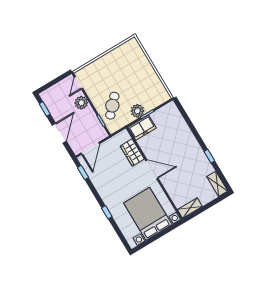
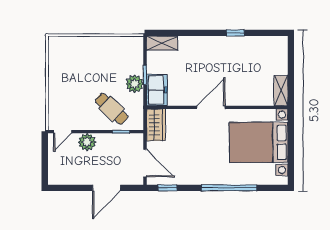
door: (78, 83) -> (63, 132), hinge flipped
window: (45, 109) -> (69, 188), removed
door: (59, 133) -> (107, 188), swing flipped
wardrobe: (132, 152) -> (156, 125), moved, turned -90
shelving: (217, 184) -> (162, 43), moved
window: (107, 212) -> (229, 188), width x3.17

